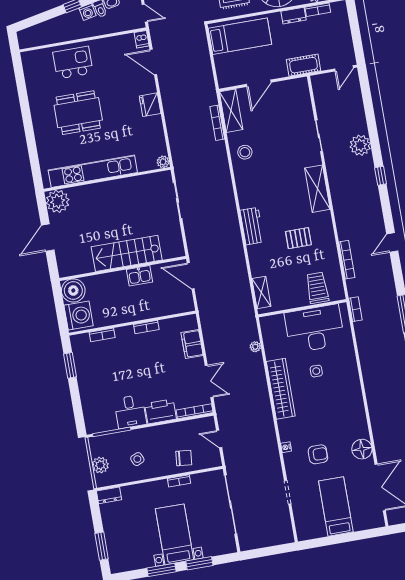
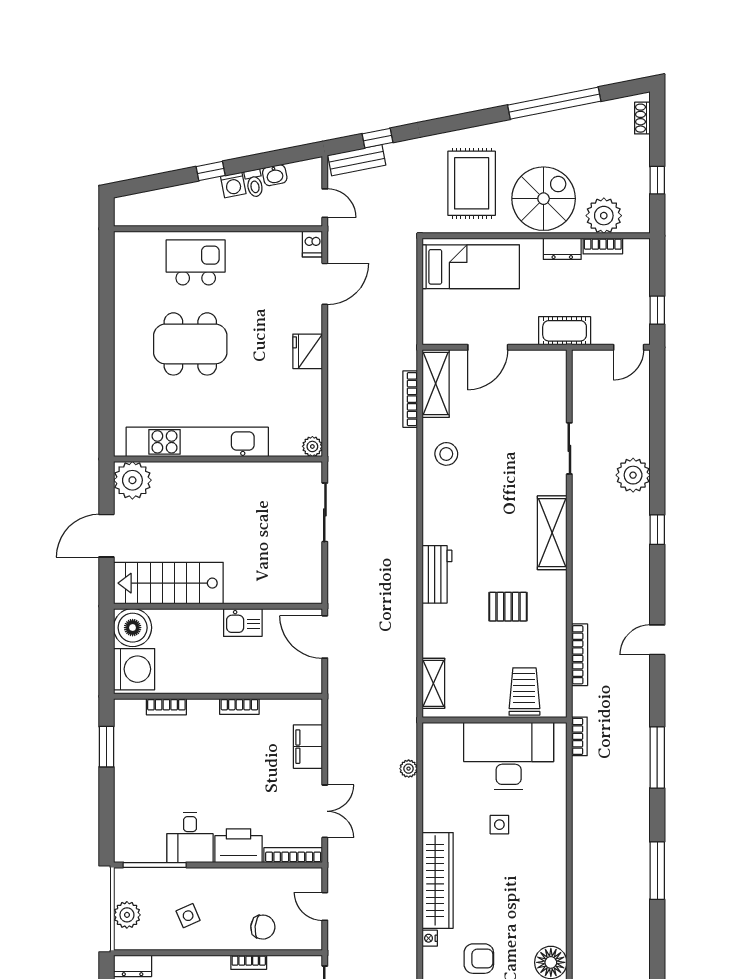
window: (357, 43) -> (657, 310), added
door: (153, 62) -> (325, 284), swing flipped
stairs: (127, 253) -> (168, 583), moved
wardrobe: (281, 389) -> (438, 880), moved

